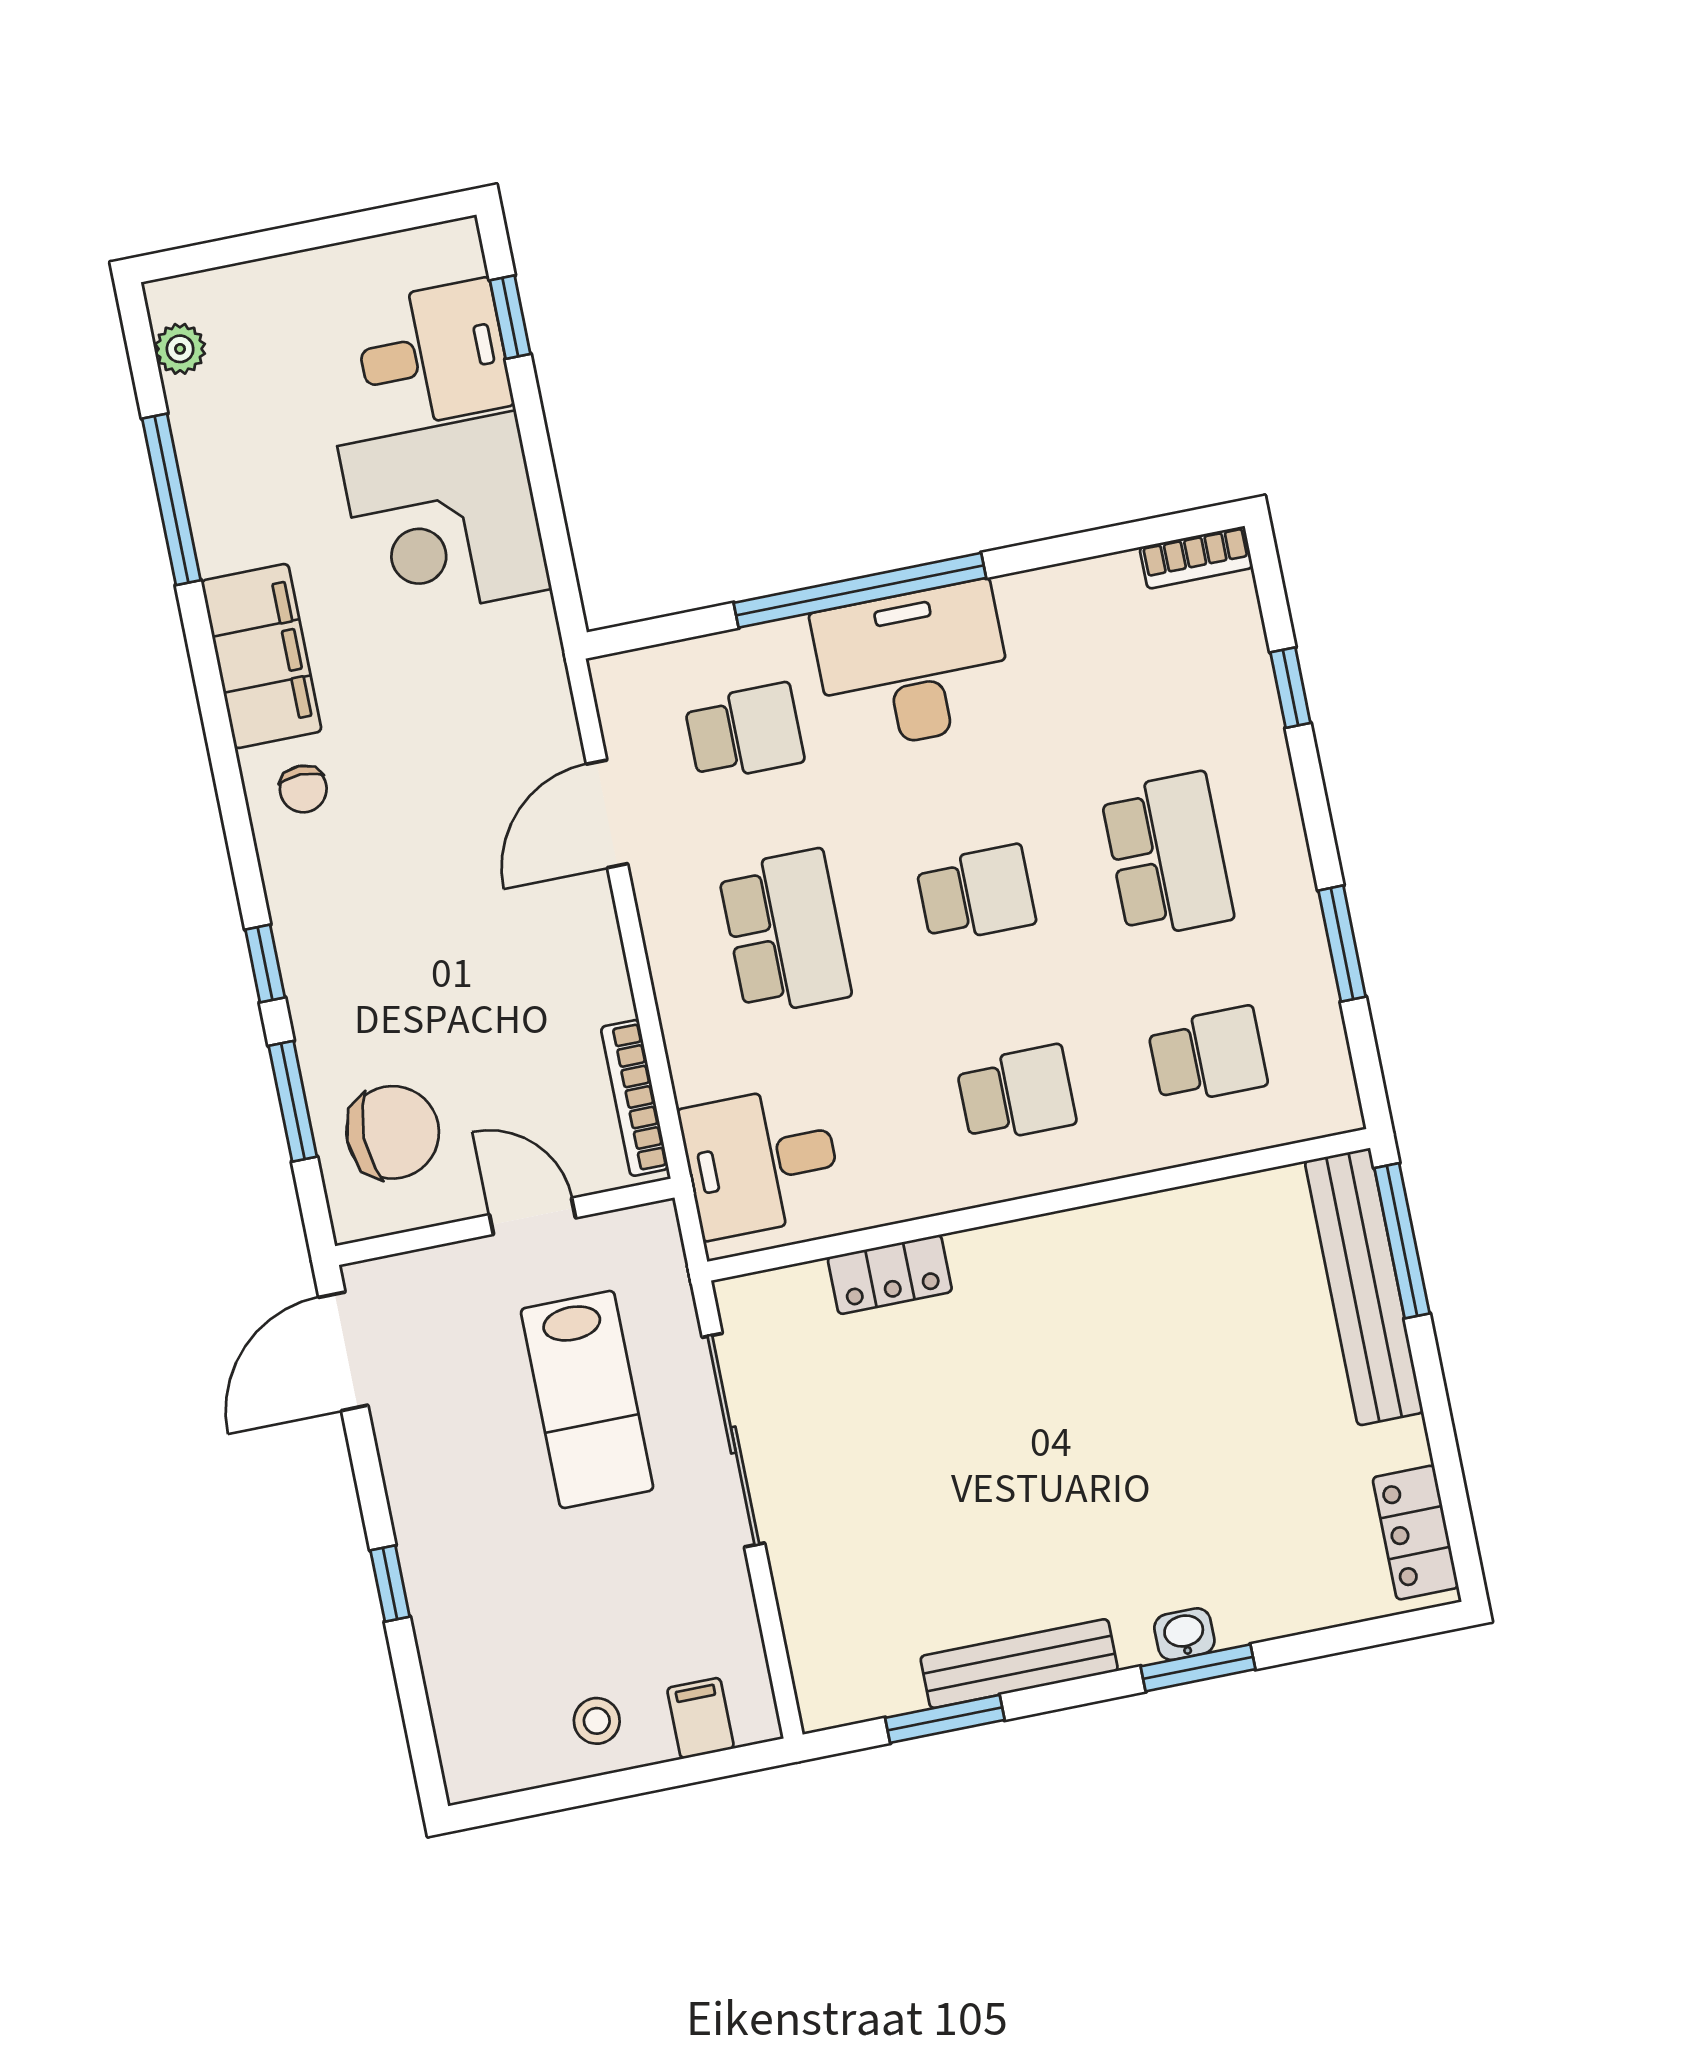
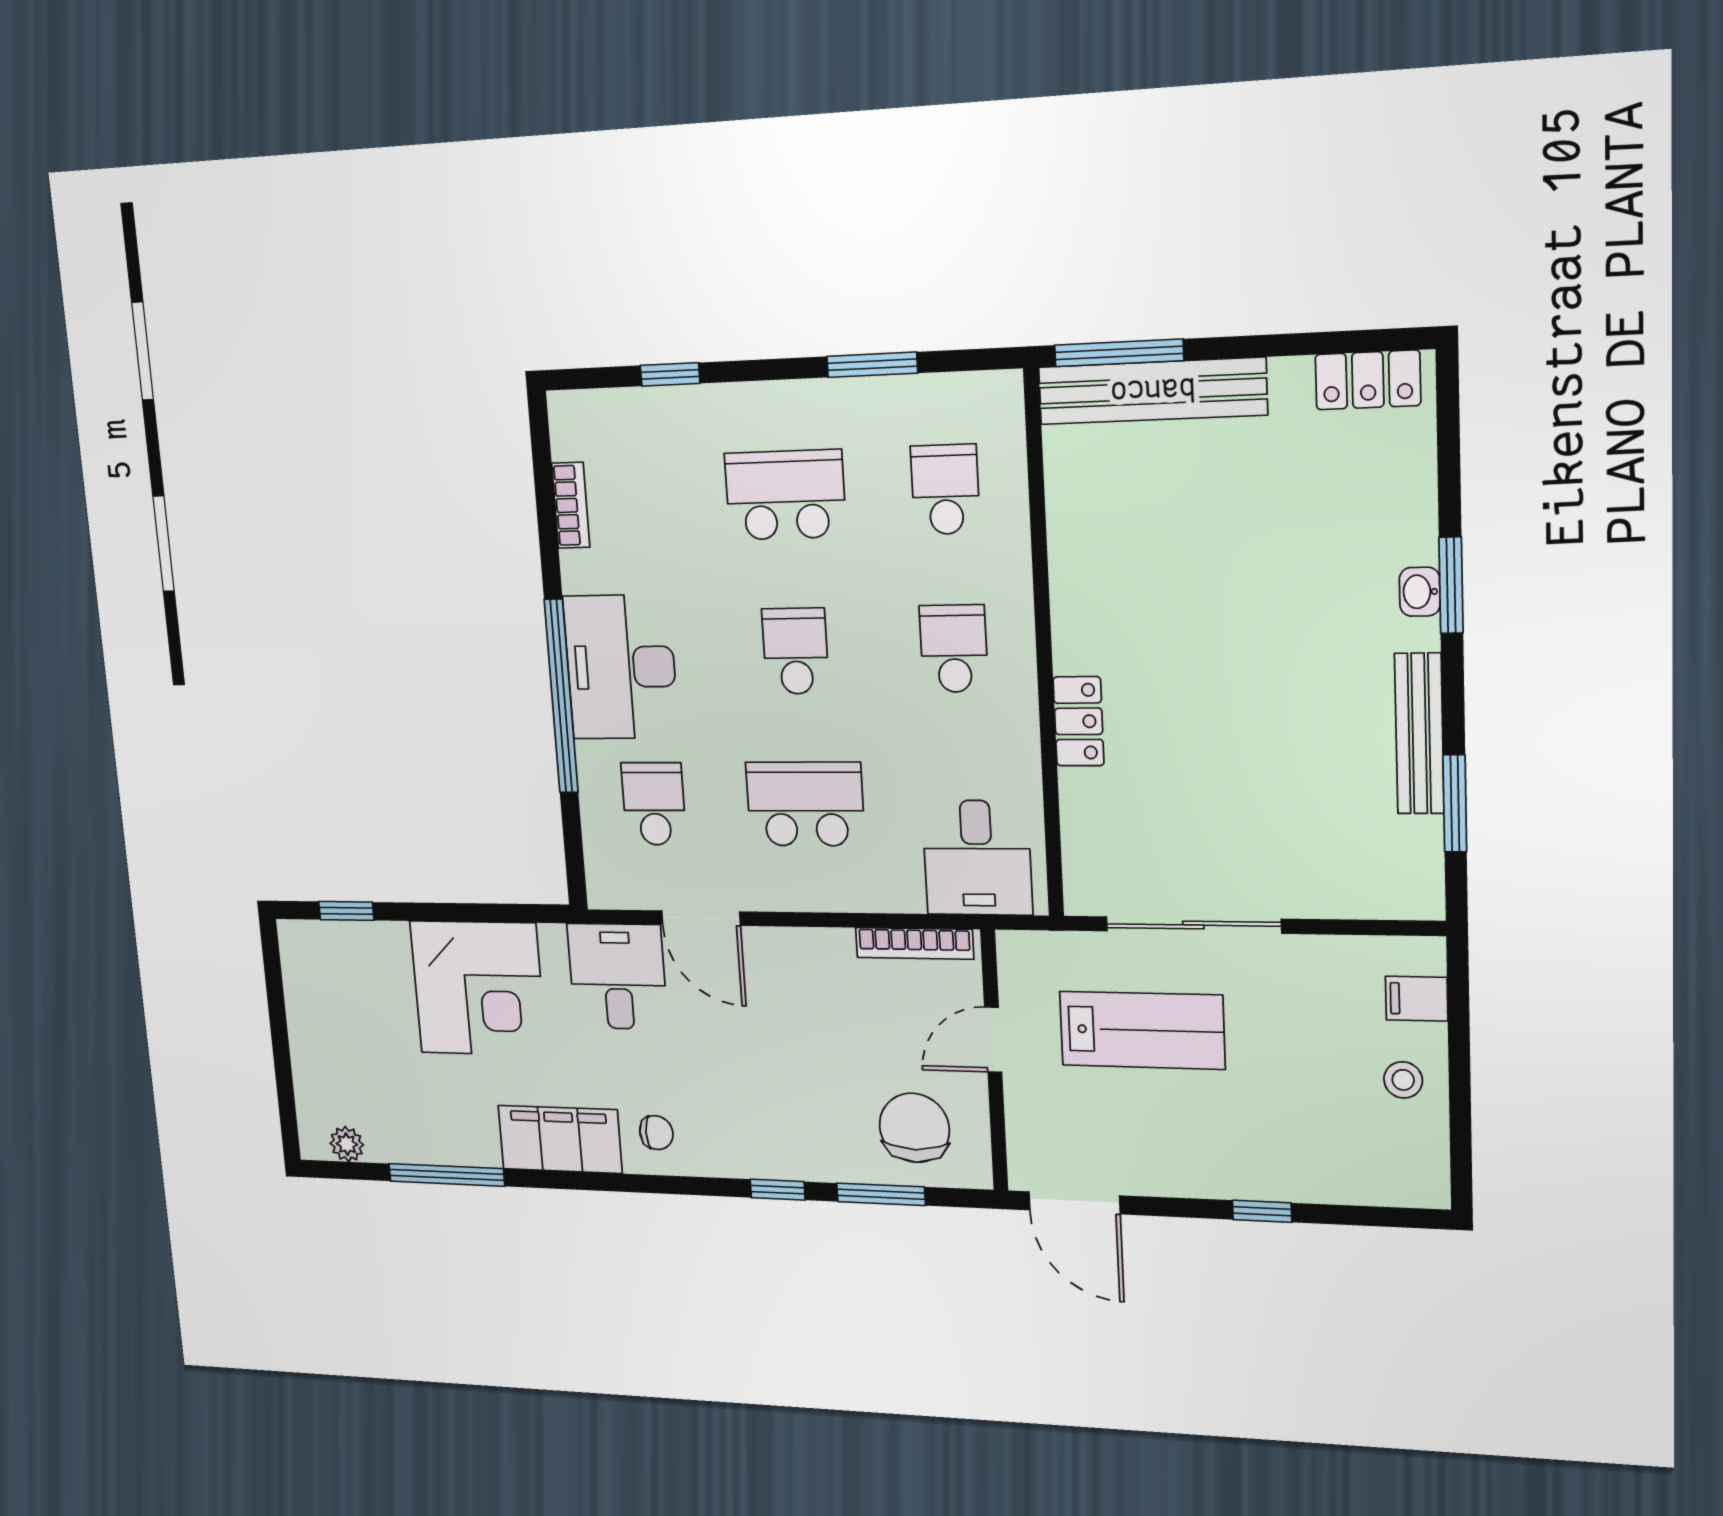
desk: (433, 355) -> (617, 976), moved
bookcase: (1196, 557) -> (571, 505), moved
locker: (890, 1274) -> (1079, 721), moved

